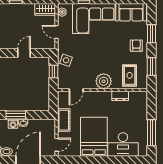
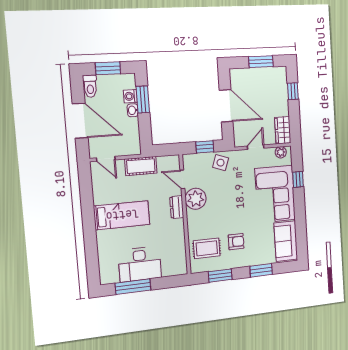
armchair: (136, 46) -> (236, 242), moved
door: (24, 53) -> (226, 106), width x1.87
plant: (104, 81) -> (196, 199), moved
dresser: (120, 96) -> (177, 207), moved
bed: (94, 137) -> (122, 215), width x0.67
desk: (123, 144) -> (140, 264), moved, turned -90

